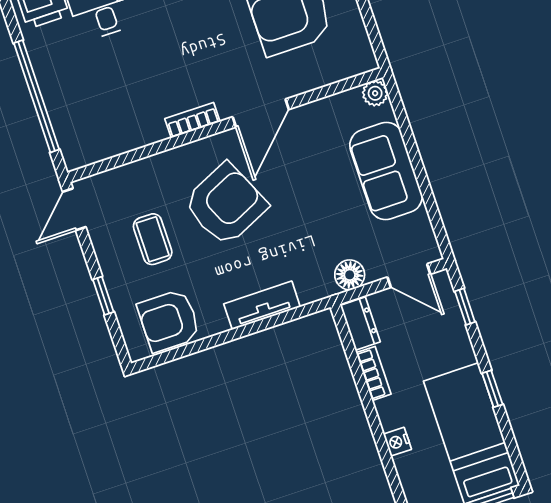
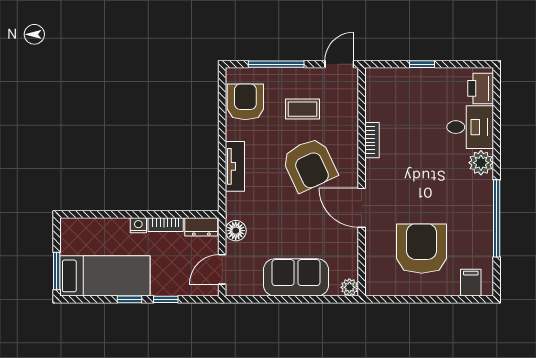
window: (37, 96) -> (422, 64), width x0.32
bookcase: (192, 120) -> (372, 140), moved
door: (74, 209) -> (339, 64), hinge flipped
window: (103, 296) -> (276, 64), width x2.17
window: (465, 307) -> (166, 299), moved
nightstand: (397, 442) -> (138, 225), moved

